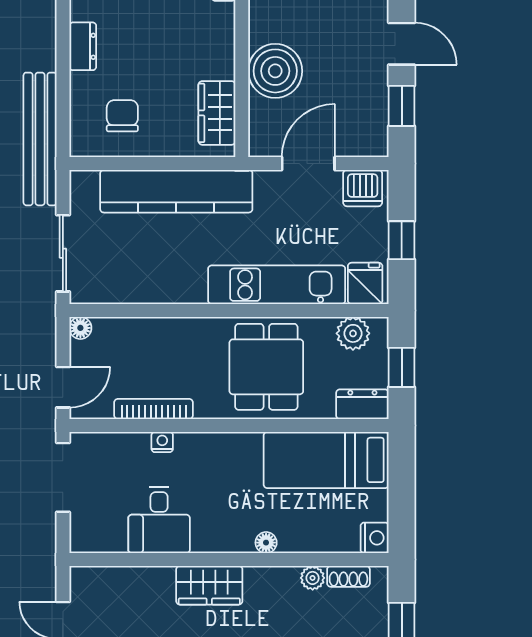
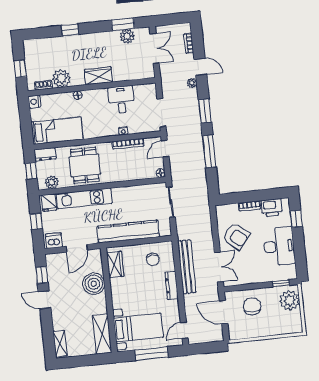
dresser: (83, 46) -> (172, 285), width x1.44
bench: (40, 139) -> (187, 267), moved
plant: (313, 578) -> (61, 78), width x1.87, depth x1.87

